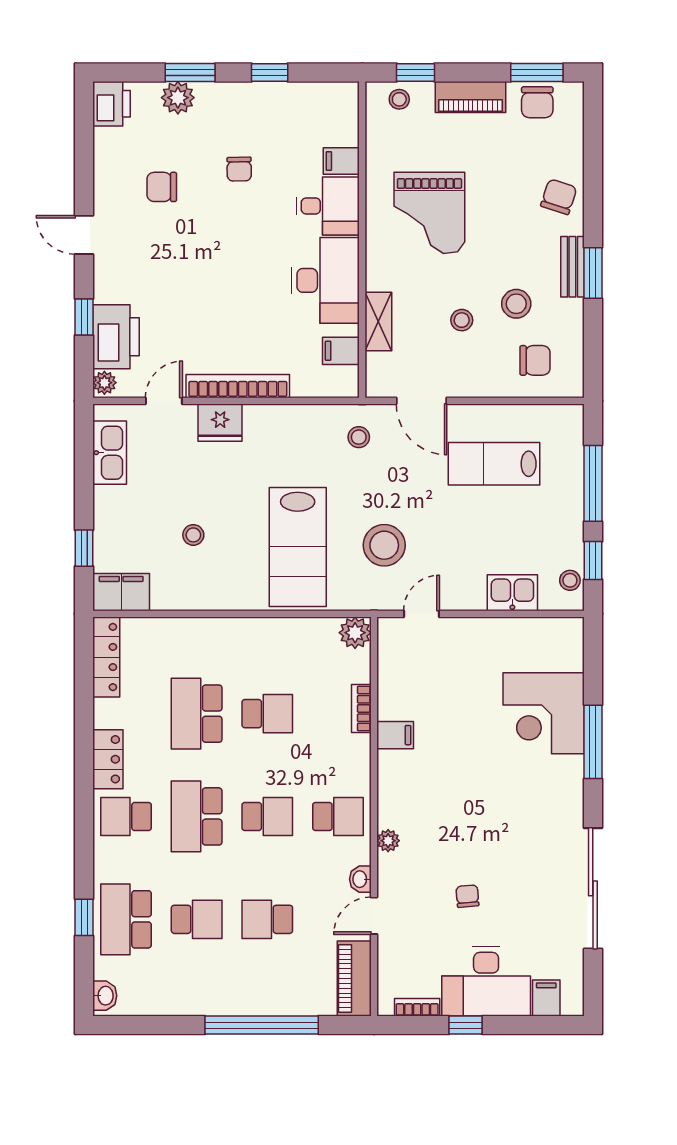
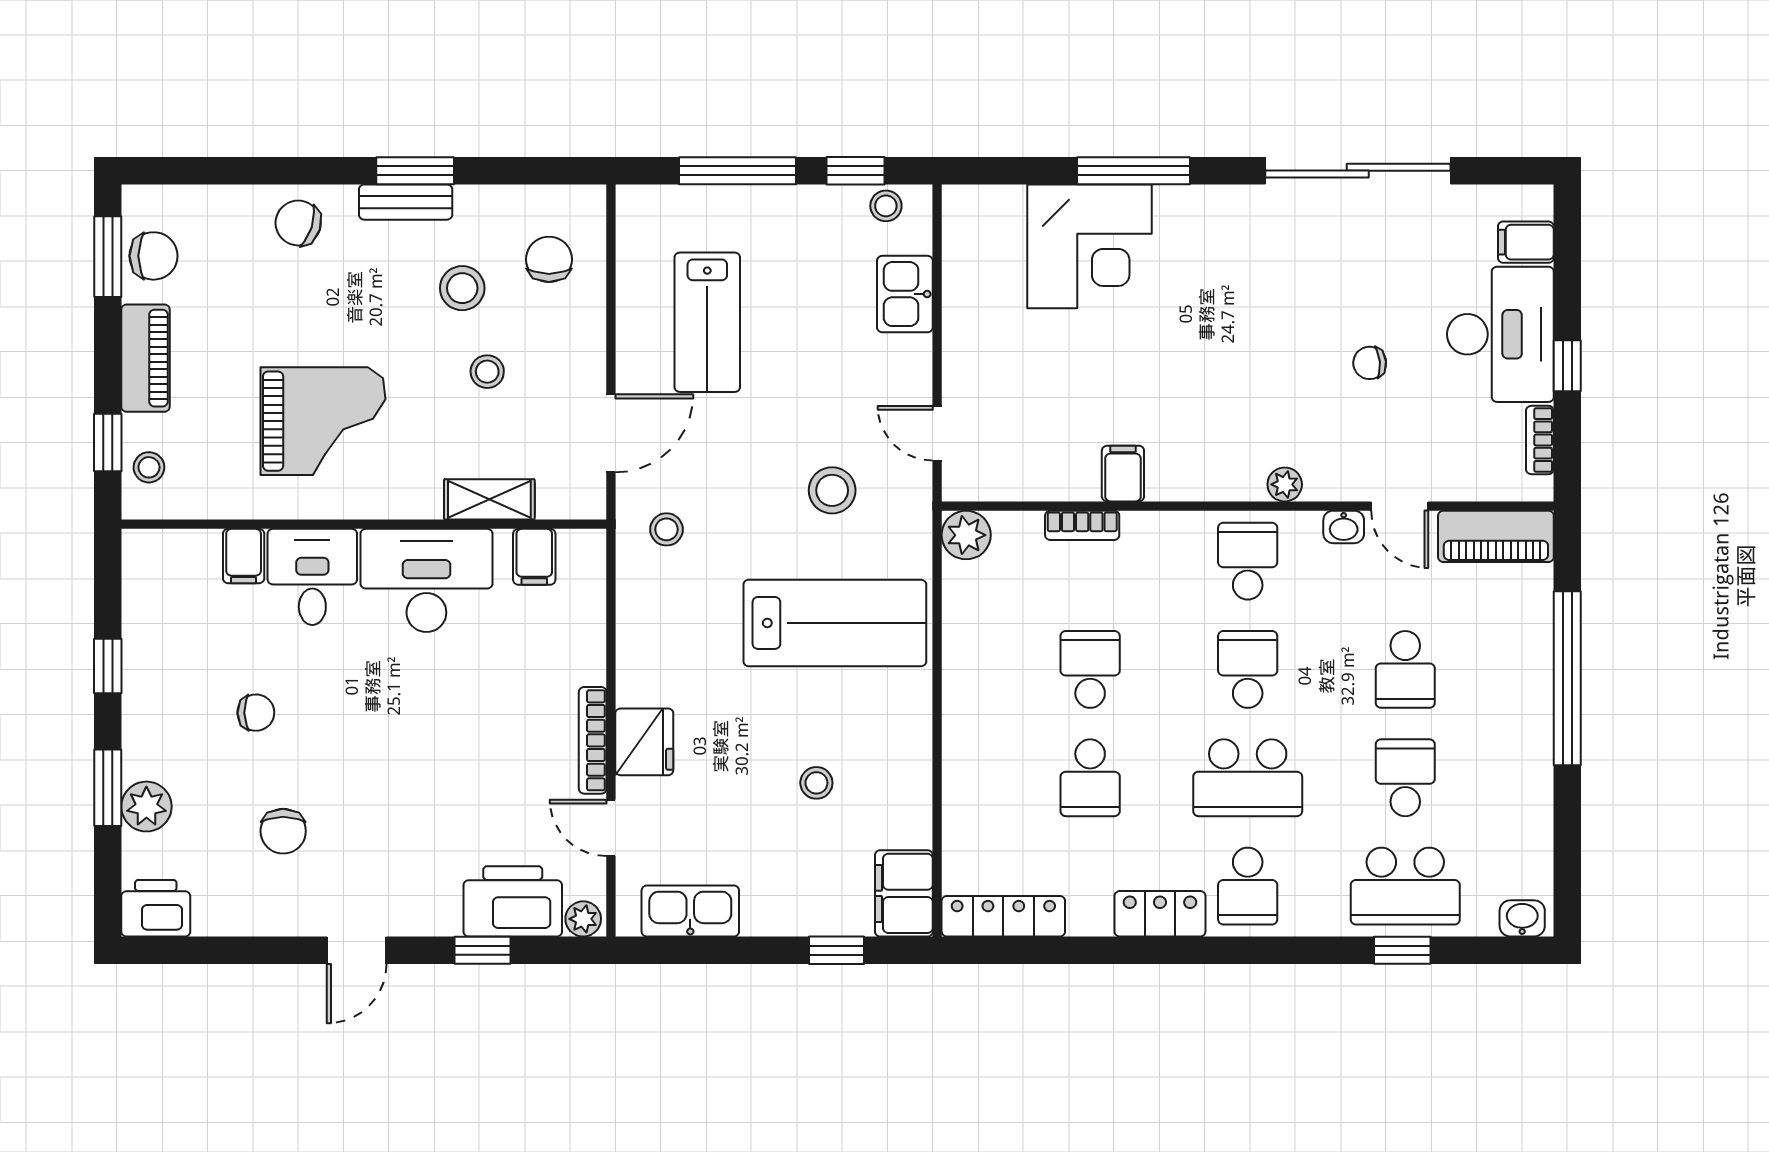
bookcase: (238, 386) -> (593, 740), width x0.68, depth x0.76
stool: (384, 545) -> (832, 490), width x0.73, depth x0.73
school desk: (197, 714) -> (1090, 778), width x0.54

